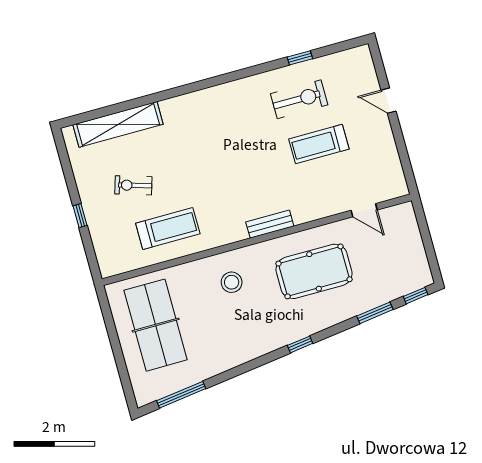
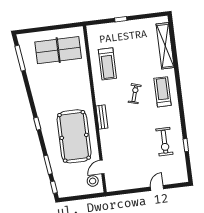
treadmill: (319, 144) -> (162, 92), moved
exercise bike: (133, 185) -> (135, 94), moved
pool table: (314, 271) -> (74, 136), width x1.36, depth x1.32
stool: (232, 282) -> (93, 181), moved

